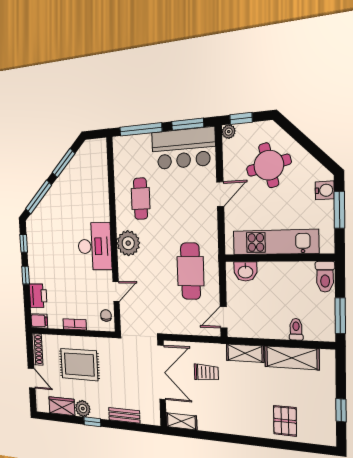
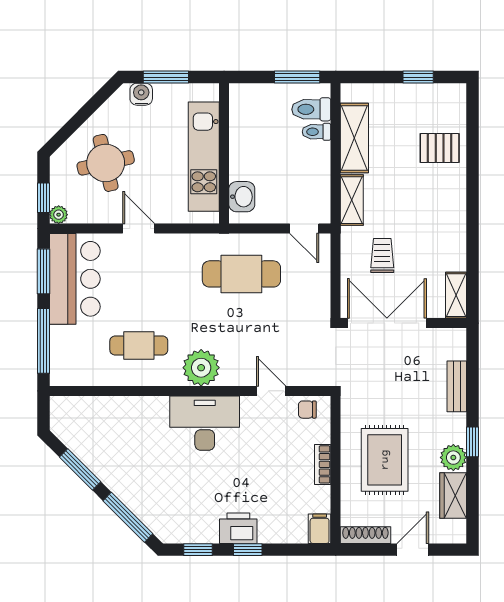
toilet: (325, 277) -> (311, 109), moved, turned 180
printer: (38, 296) -> (238, 528), moved

